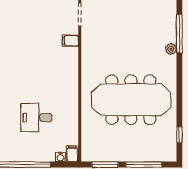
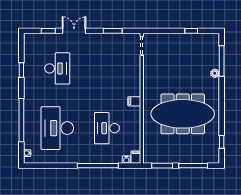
filing cabinet: (70, 41) -> (134, 101), moved
desk: (36, 118) -> (107, 128), width x1.37

